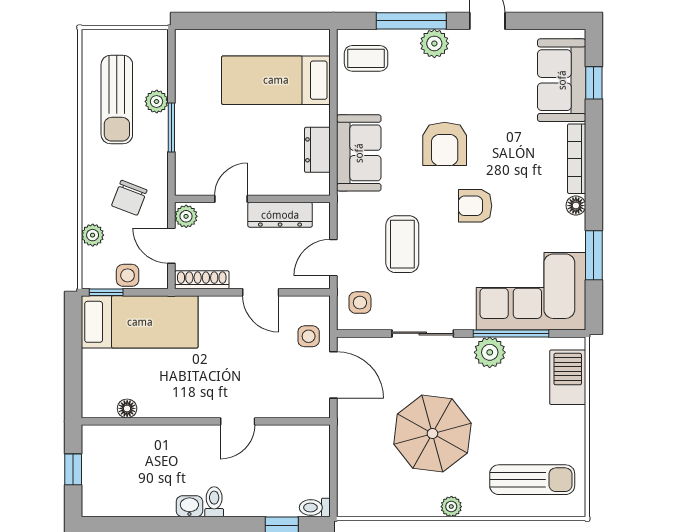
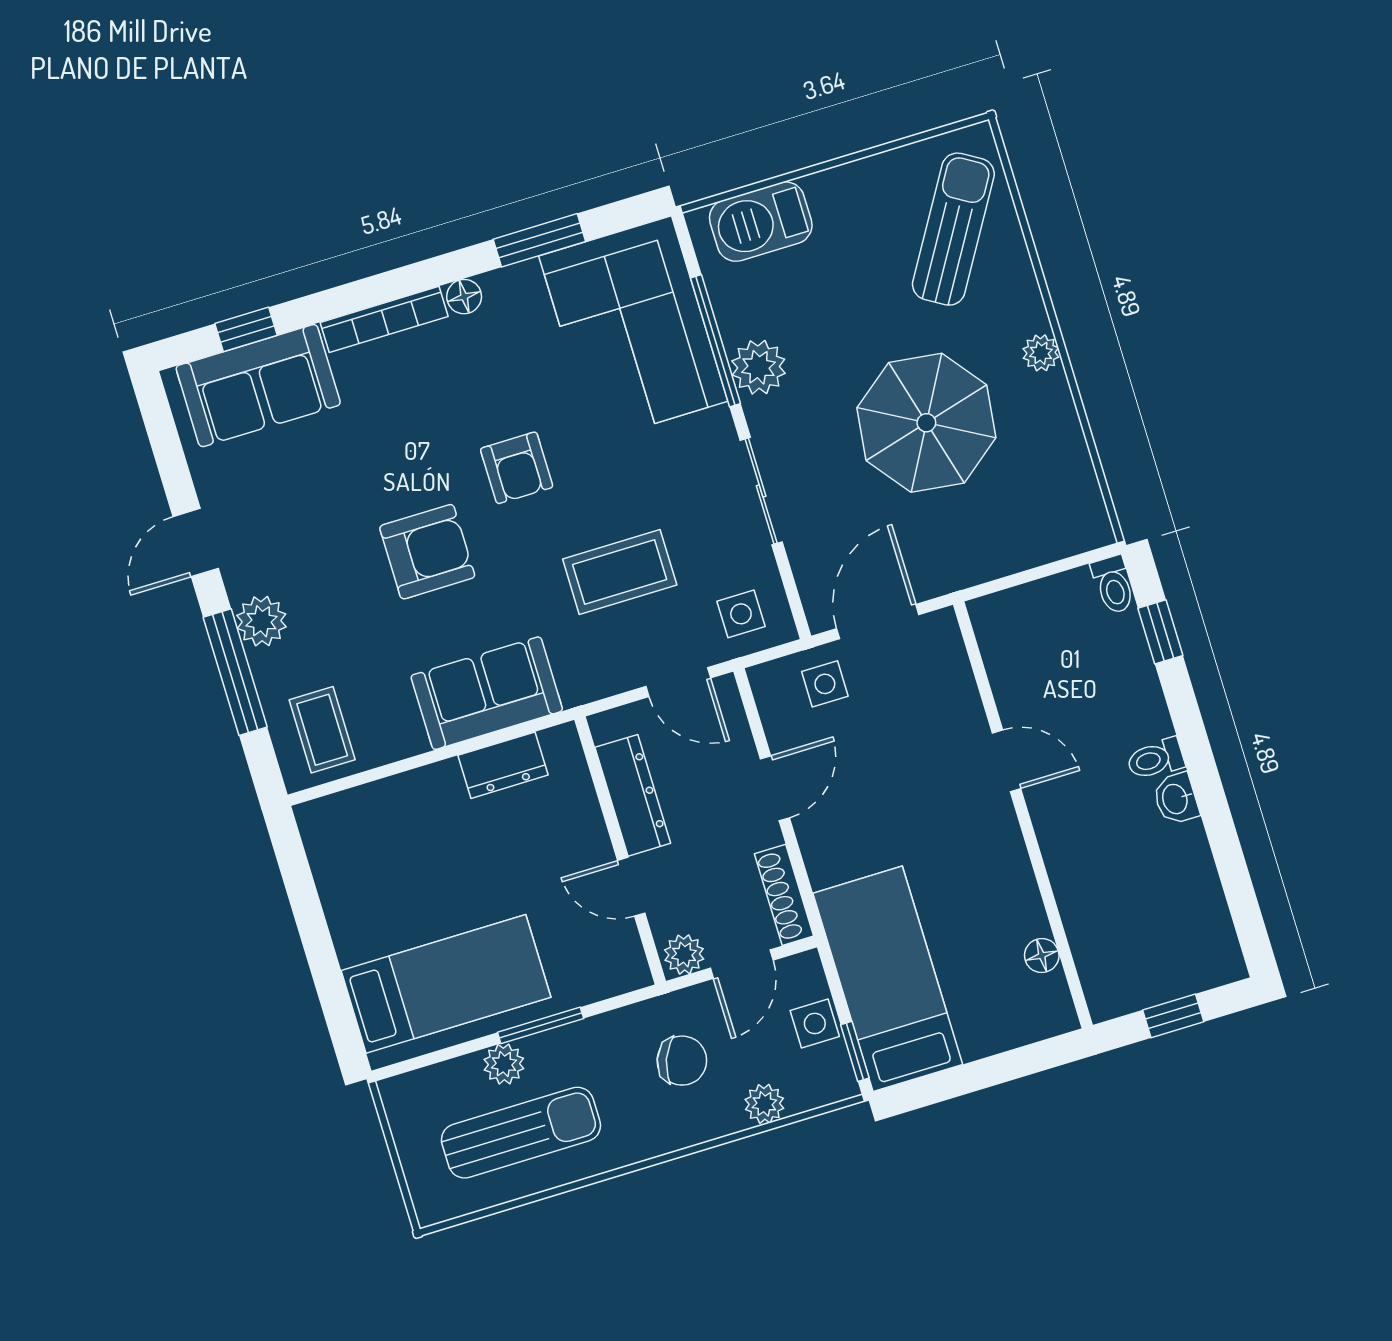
bed: (276, 80) -> (446, 984), moved, turned -90
sun lounger: (532, 480) -> (953, 229), turned 31

